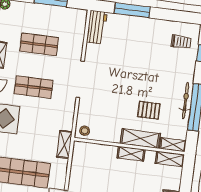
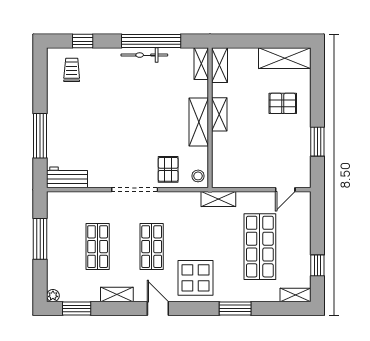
pallet: (149, 110) -> (168, 169), moved
shelving: (140, 138) -> (199, 122), moved

